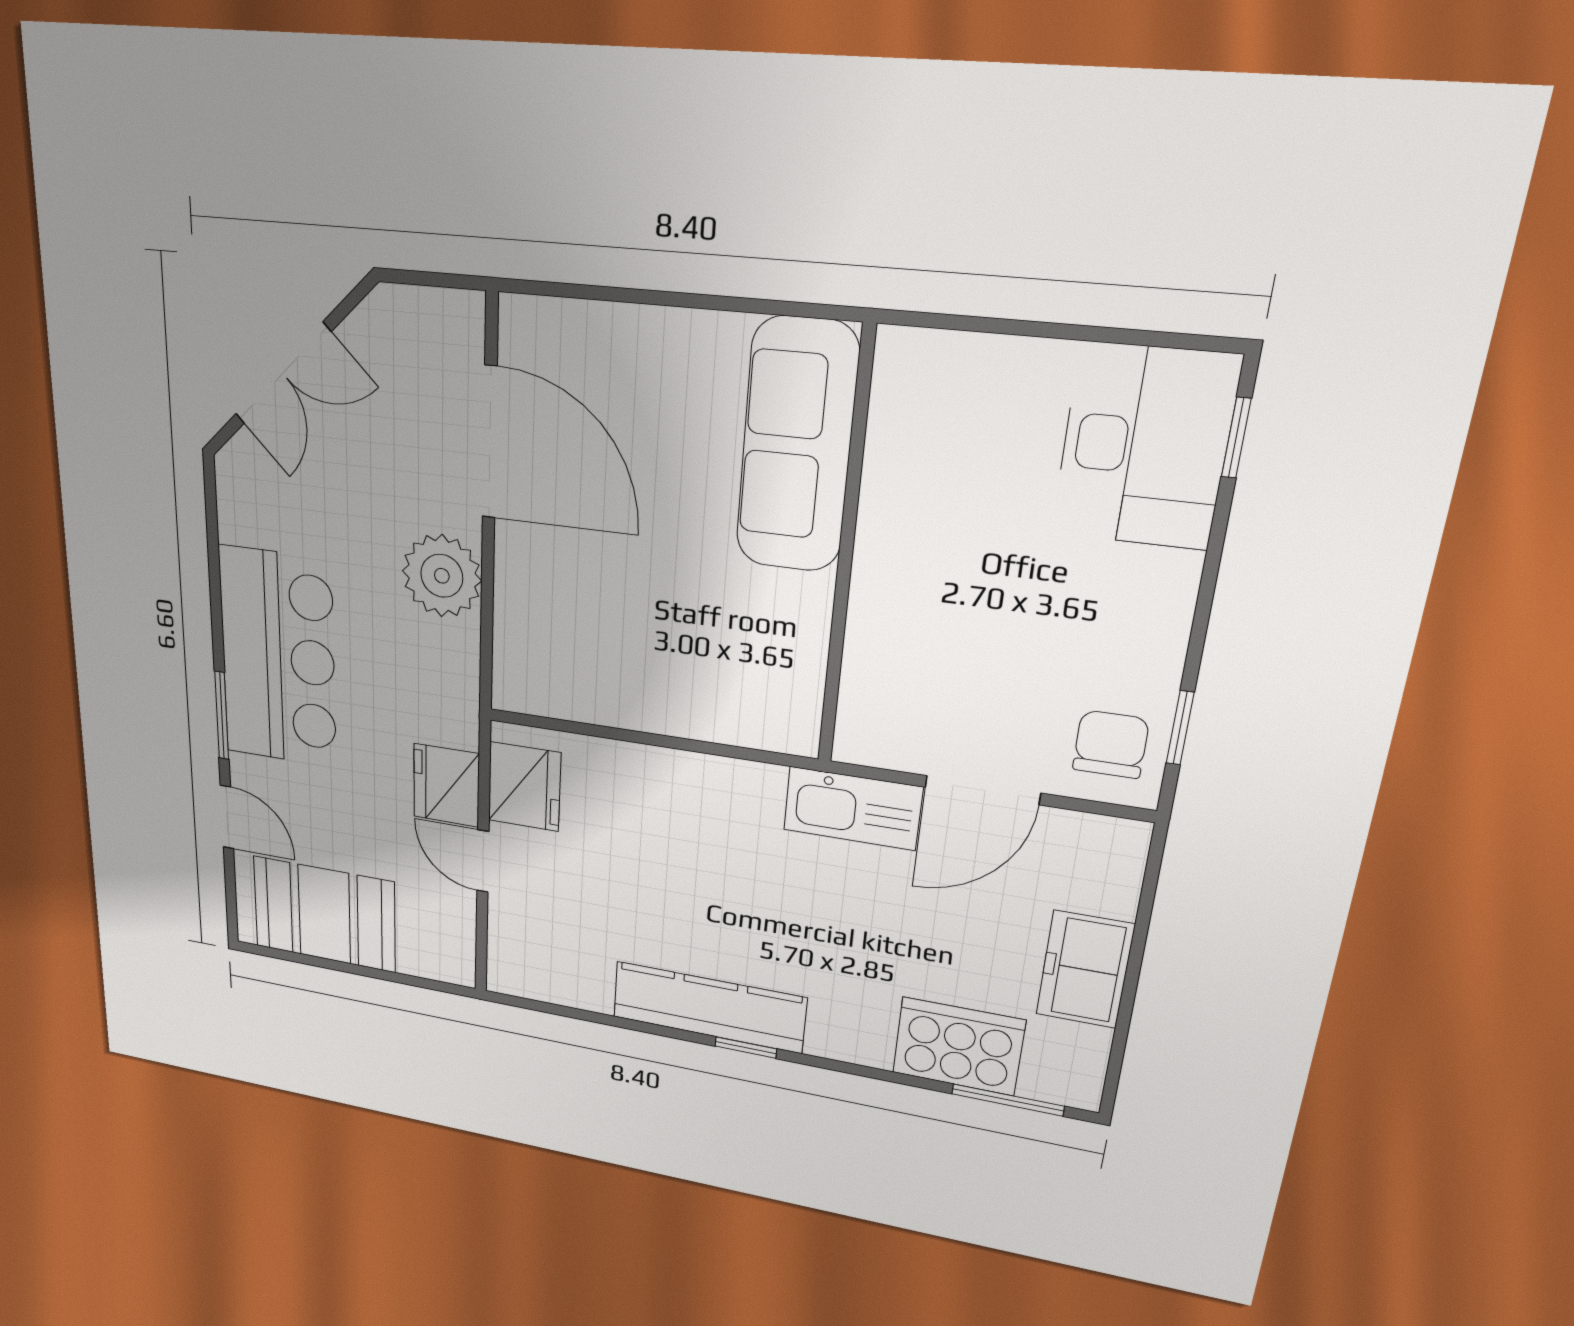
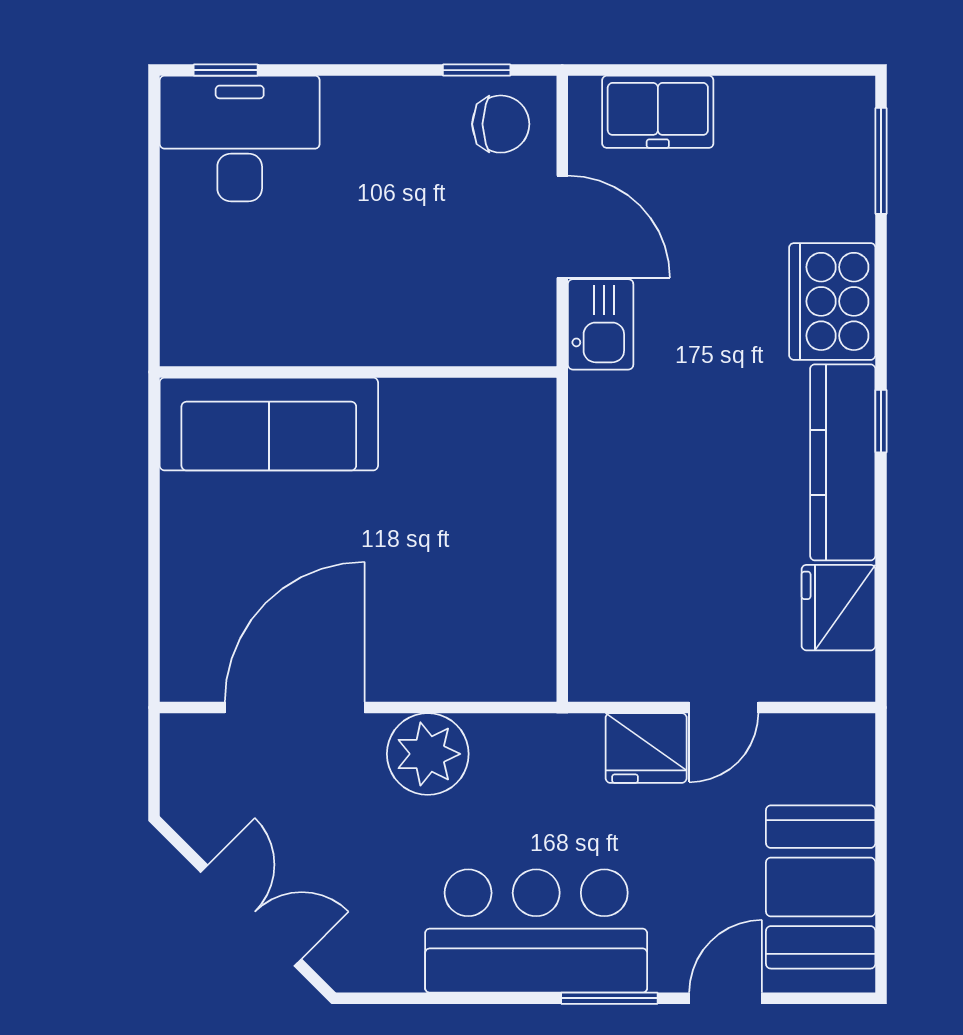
chair: (1111, 744) -> (501, 124), turned 180
fridge: (524, 787) -> (839, 608), moved, turned -90
kitchen sink: (853, 808) -> (601, 324), width x0.73
freezer: (1085, 970) -> (658, 112), moved
cooker: (958, 1046) -> (832, 301), moved

